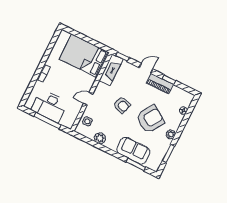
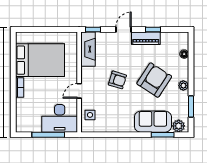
bed: (84, 56) -> (40, 60), moved, turned 180
desk: (50, 106) -> (60, 118), moved
plant: (100, 138) -> (179, 126), moved

